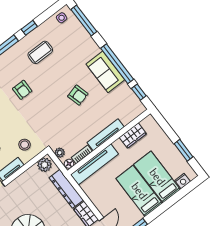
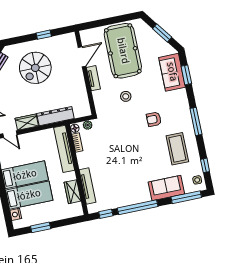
window: (29, 28) -> (205, 165), moved
coffee table: (40, 52) -> (177, 149), width x1.36, depth x1.32
sofa: (105, 72) -> (166, 188), moved
armchair: (78, 95) -> (127, 163), removed
tv unit: (106, 135) -> (87, 186), moved
stool: (25, 145) -> (126, 96), moved
plant: (45, 165) -> (84, 108), removed

